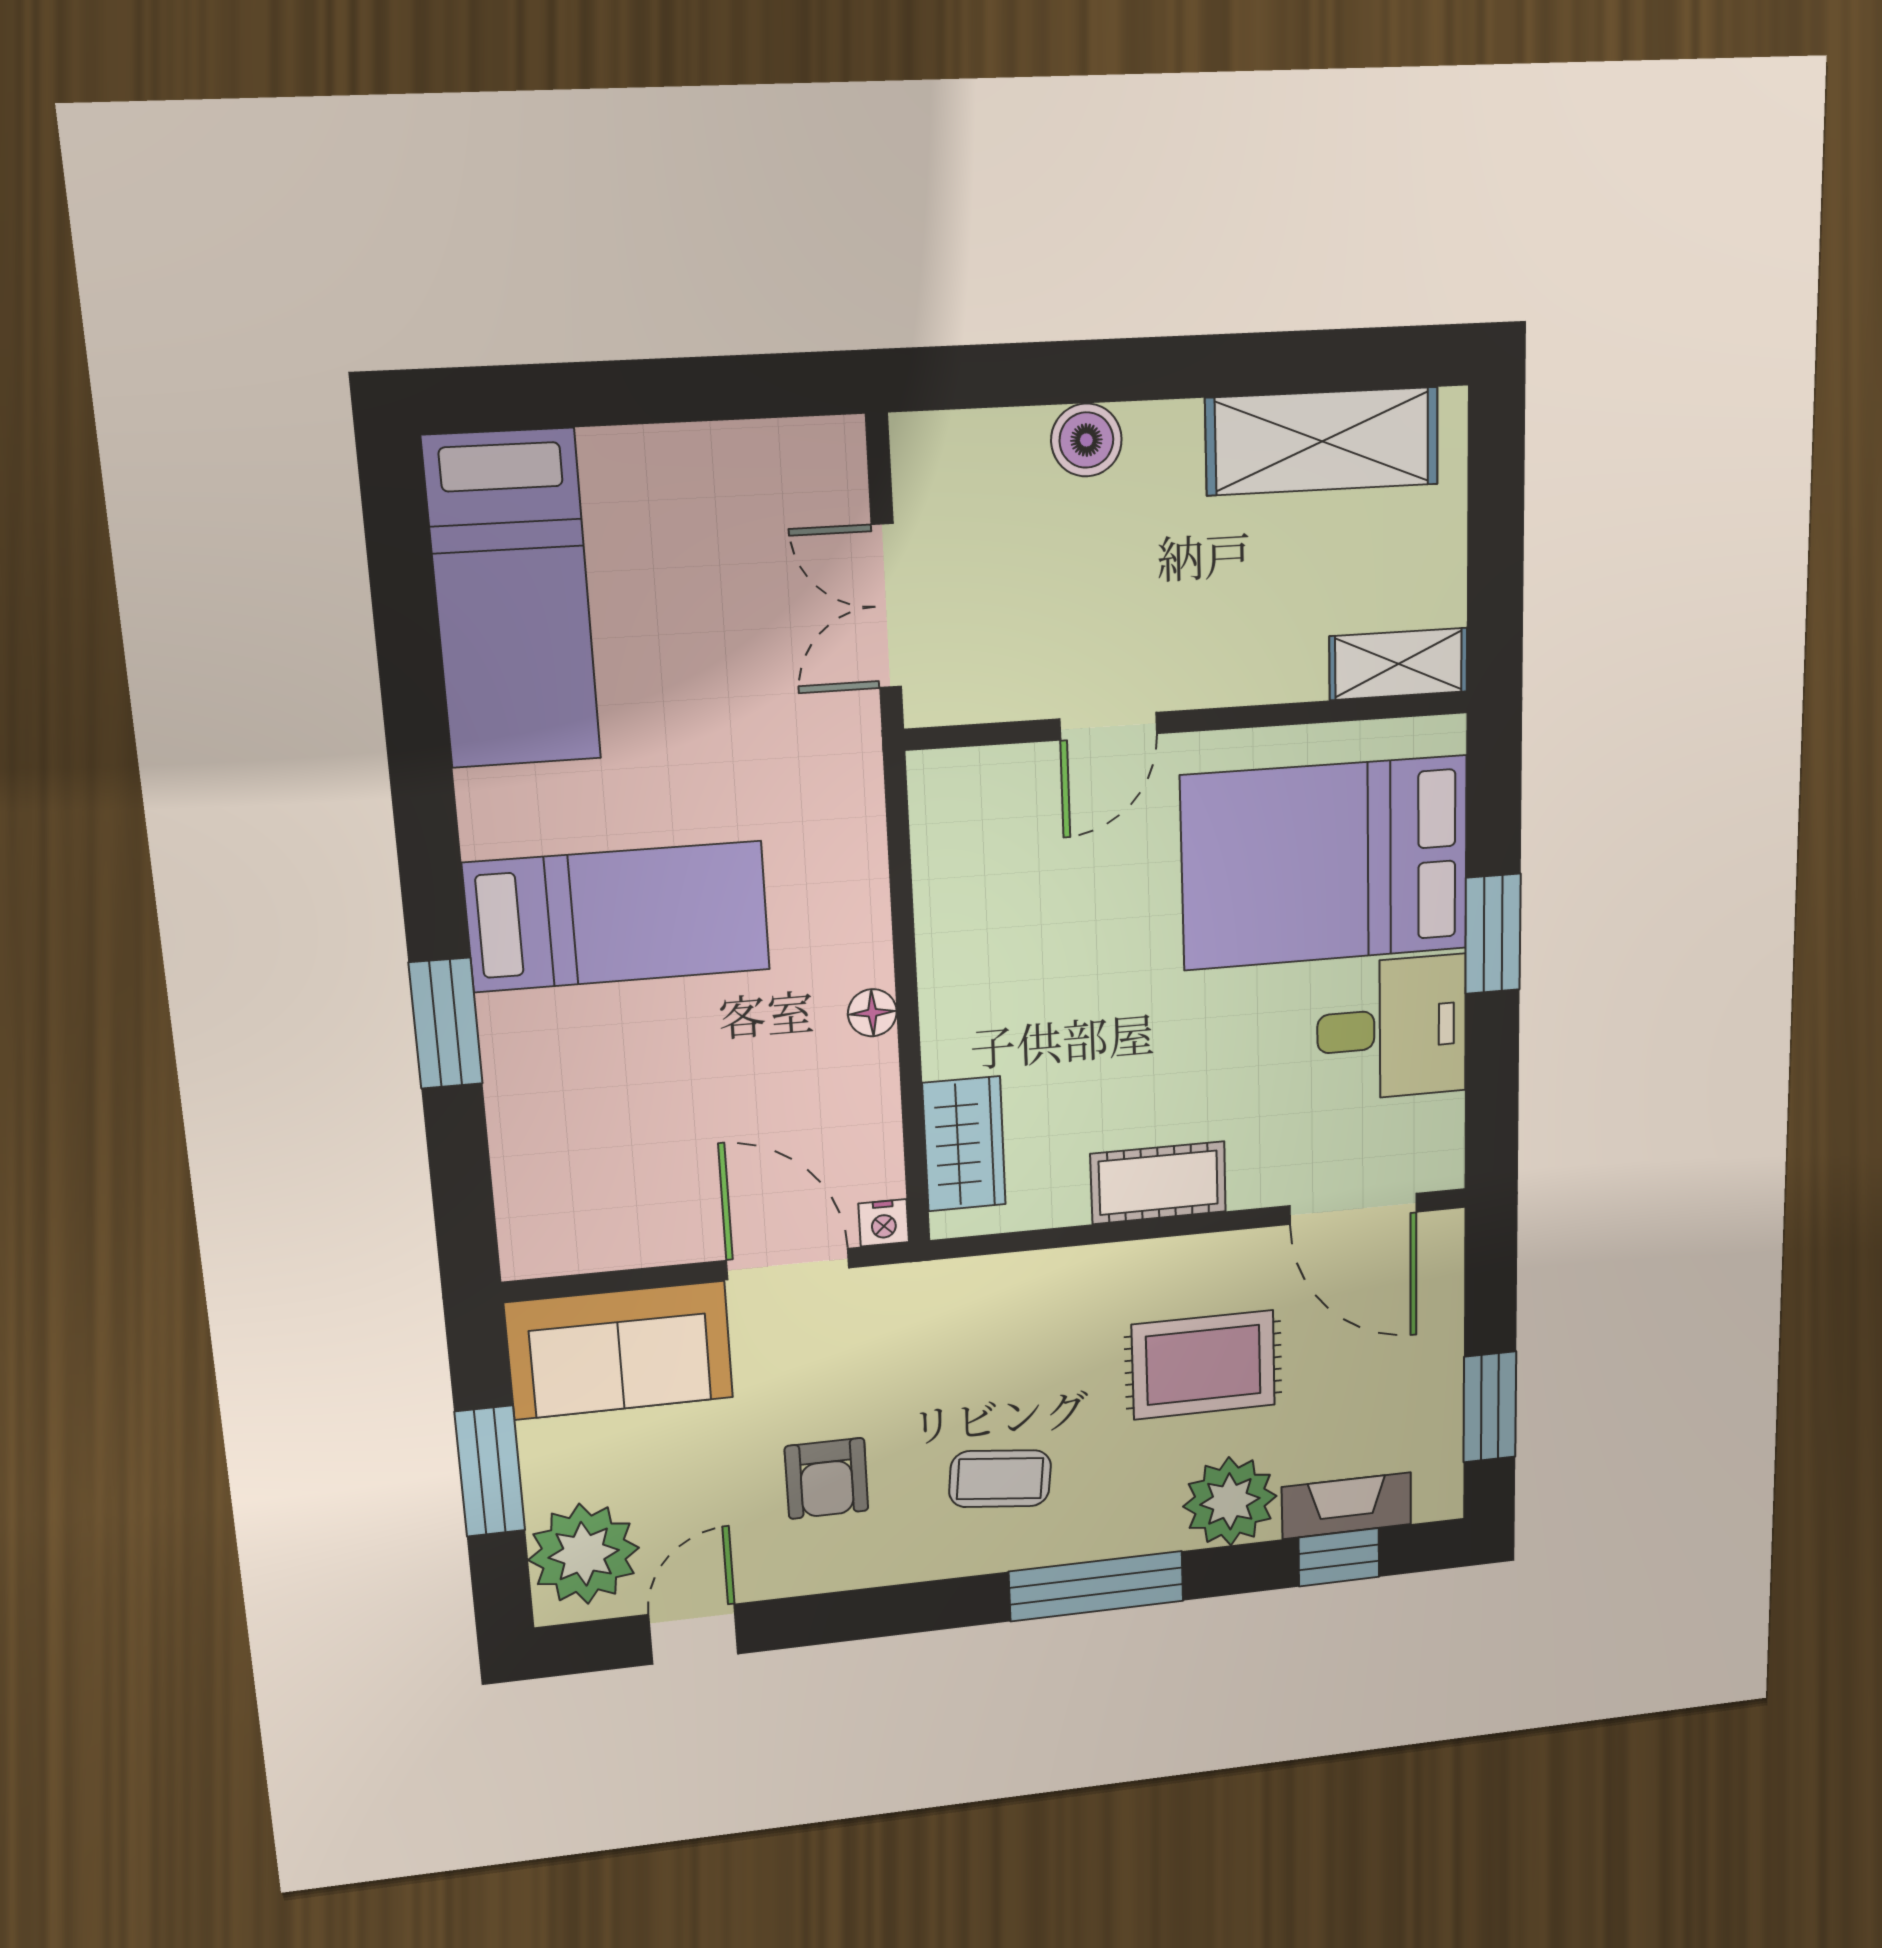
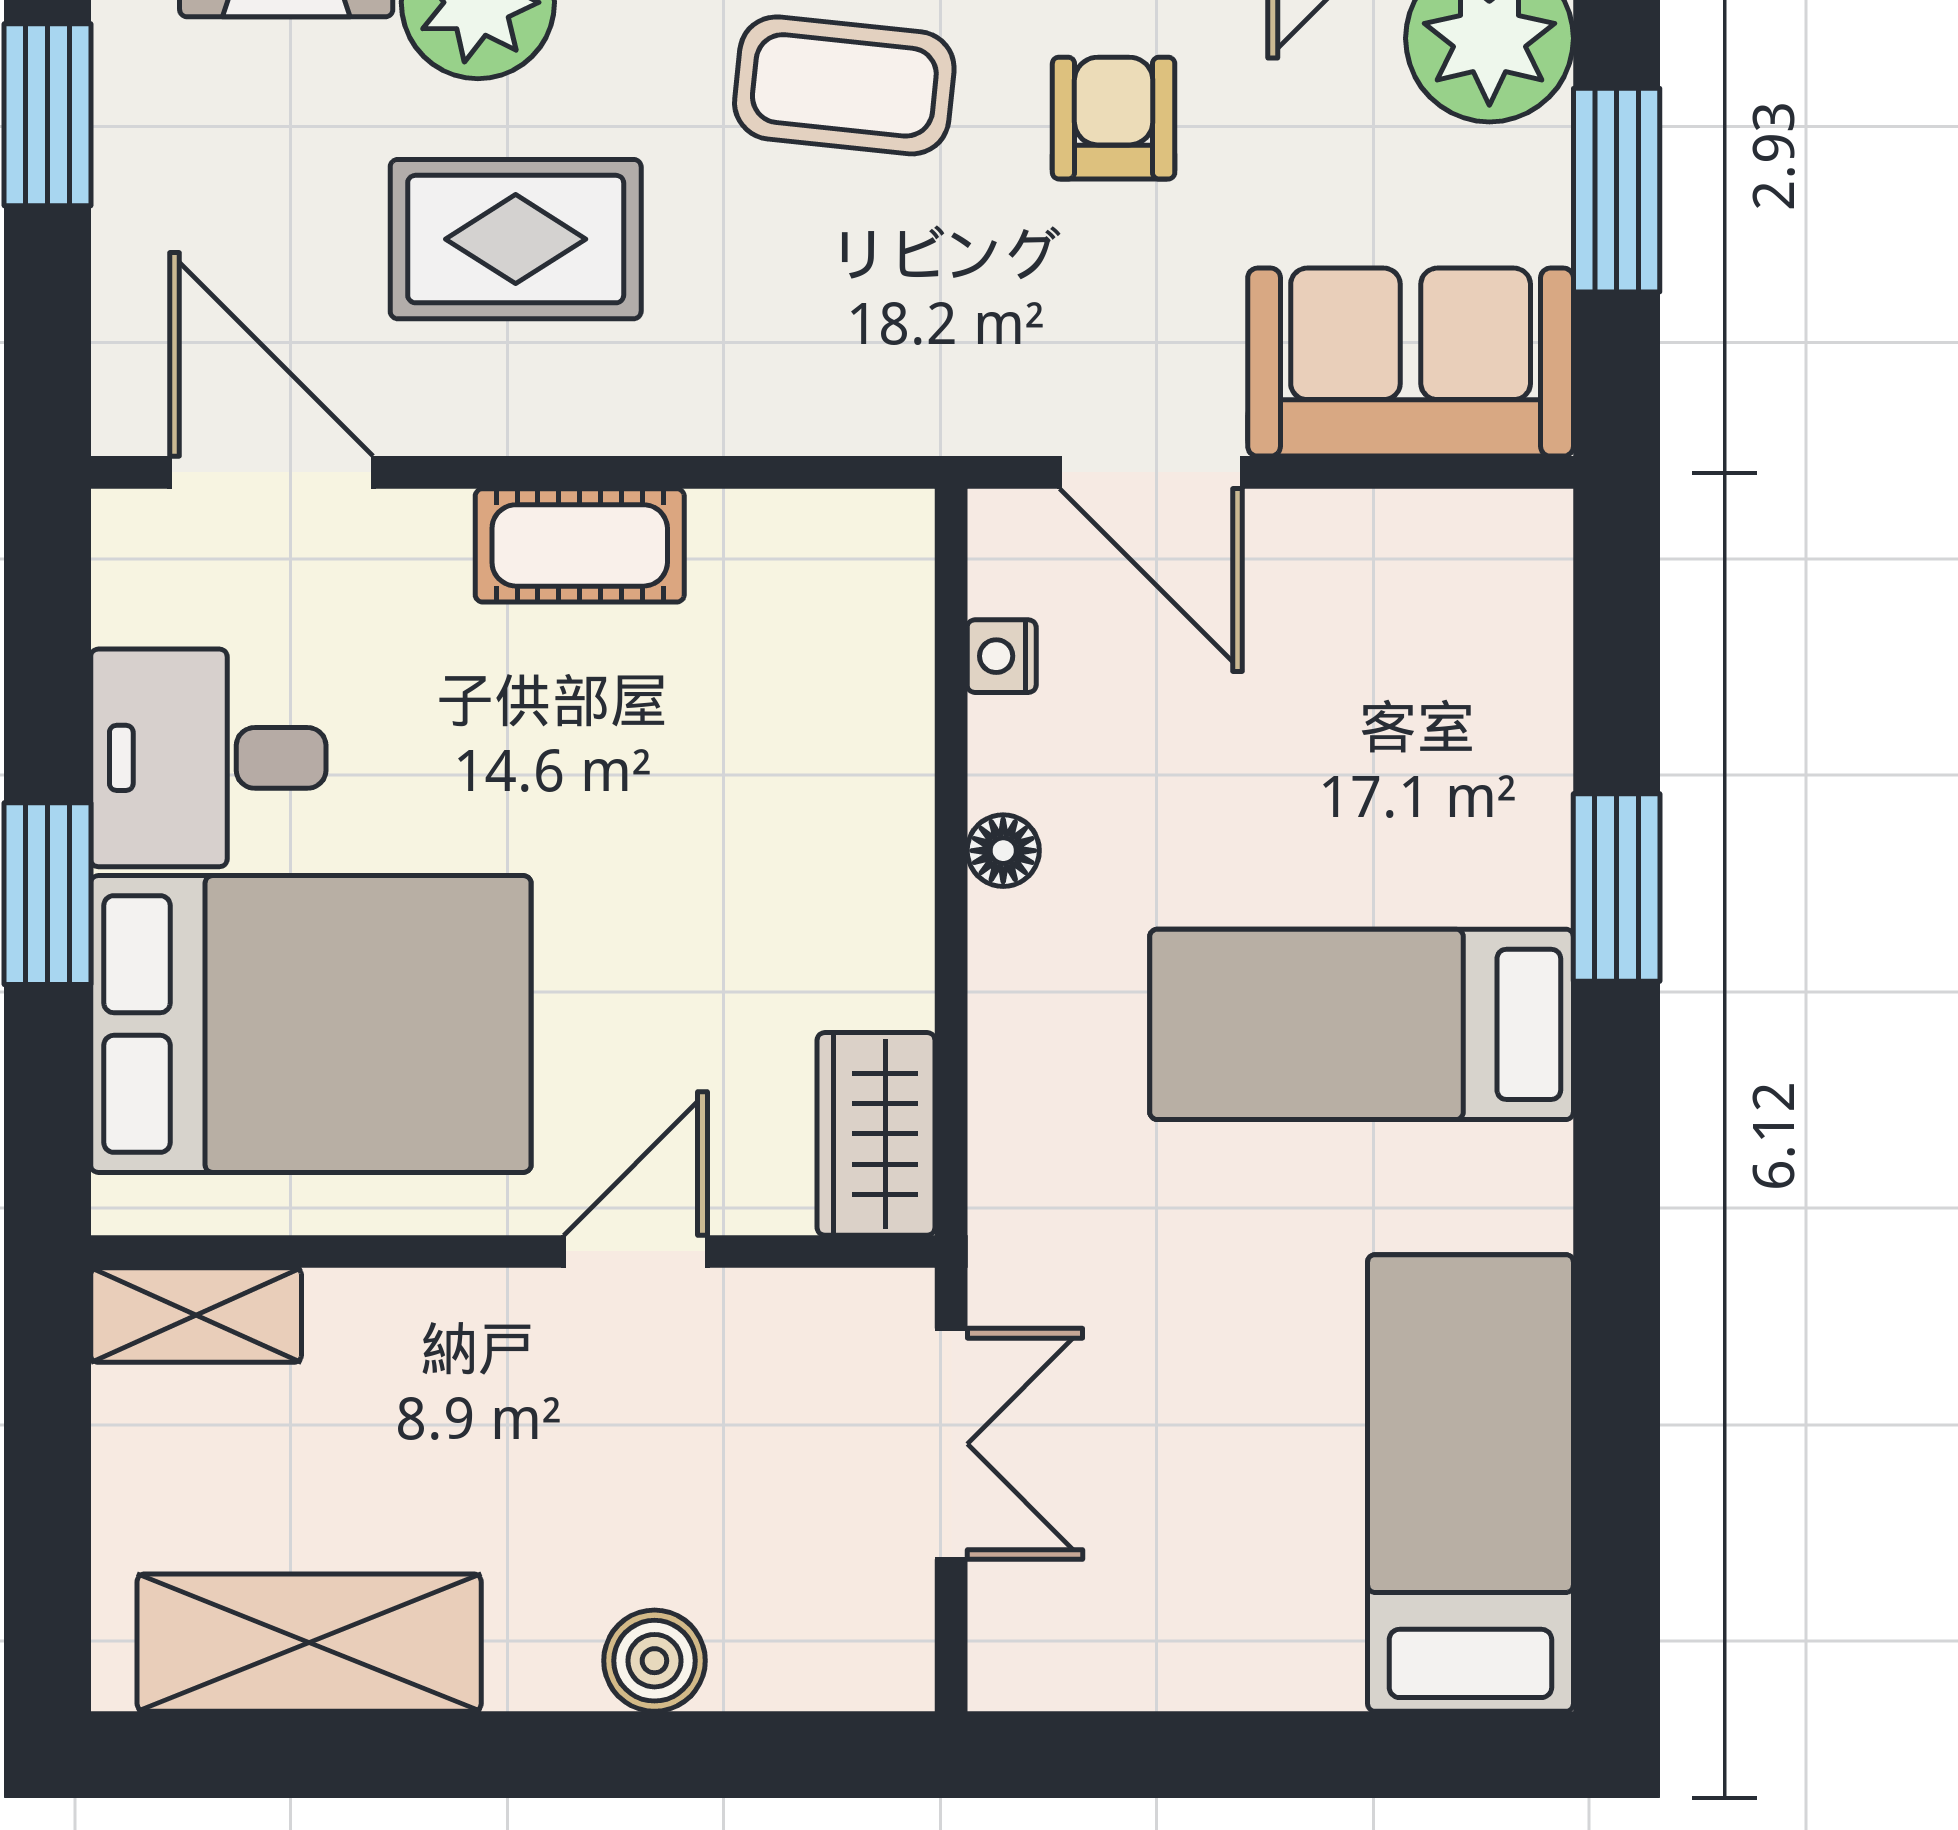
wardrobe: (964, 1144) -> (876, 1134), moved
nightstand: (884, 1223) -> (1002, 656), moved, turned -90
coffee table: (1000, 1479) -> (844, 85), width x1.36, depth x1.30

